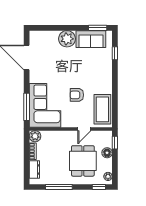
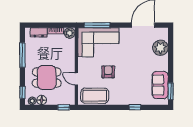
plant: (67, 39) -> (160, 48), moved
window: (115, 53) -> (135, 107), moved
floor lamp: (107, 153) -> (42, 100), moved

